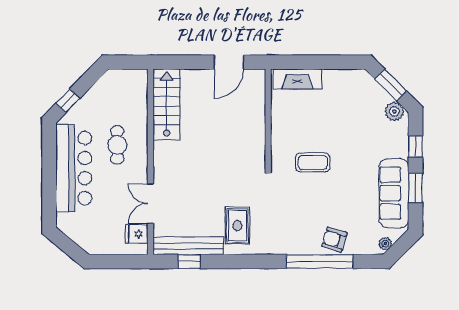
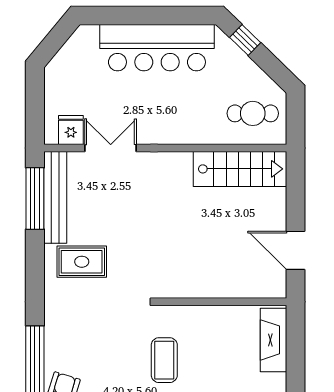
cafe table: (117, 145) -> (253, 113), moved
window: (189, 262) -> (35, 198), width x2.17

